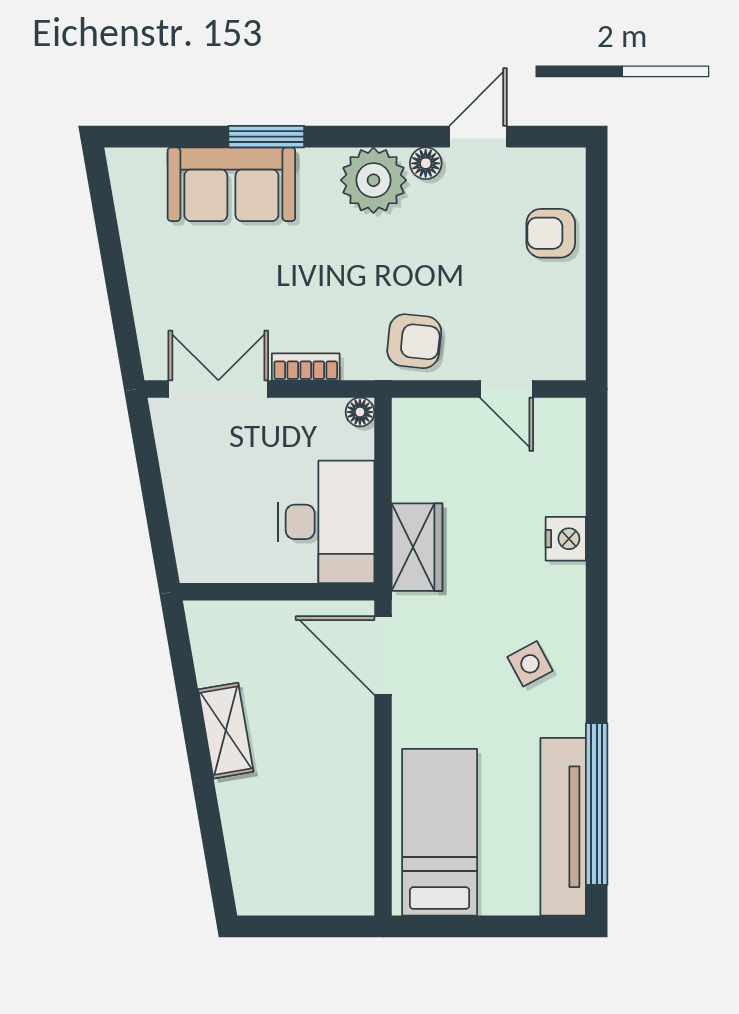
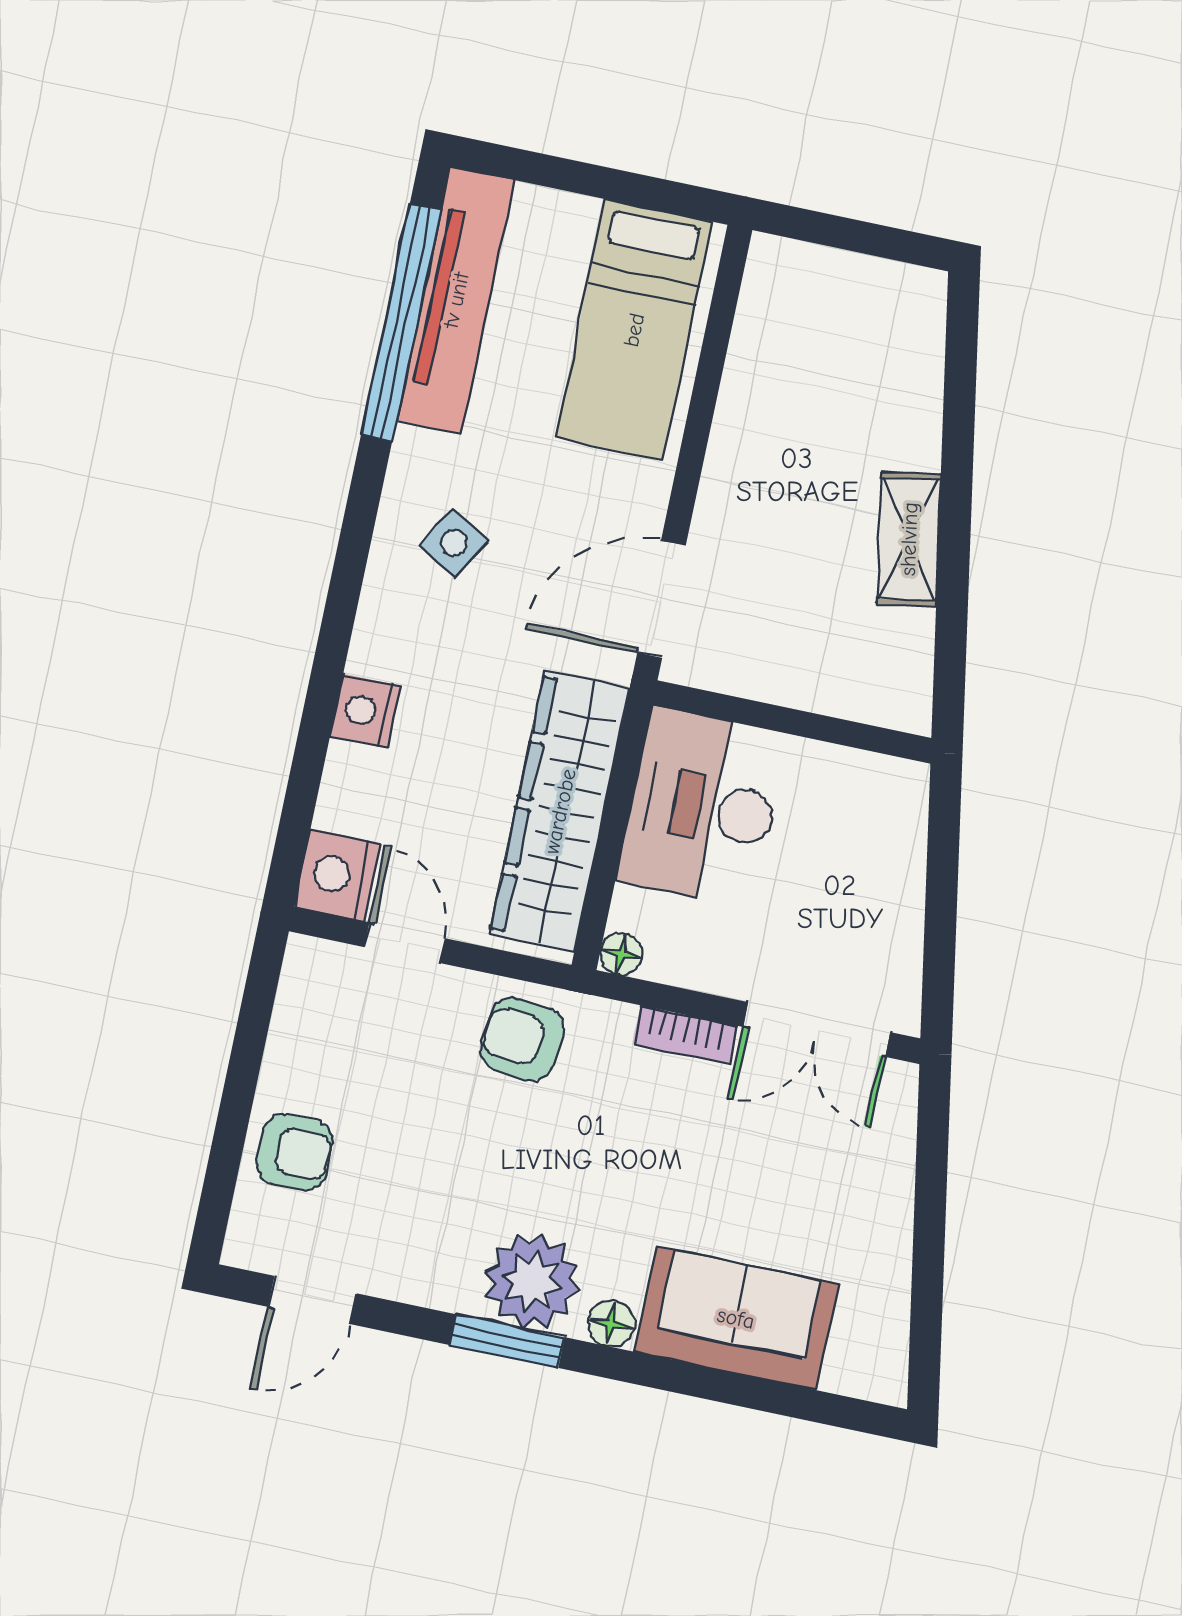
window: (266, 137) -> (507, 1341), moved
door: (478, 137) -> (312, 1300), moved
floor lamp: (426, 163) -> (611, 1323), moved
nightstand: (561, 425) -> (337, 875), added
wardrobe: (417, 547) -> (560, 811), width x2.10, depth x1.17
door: (383, 656) -> (662, 599), swing flipped
side table: (530, 664) -> (454, 543), turned -31

